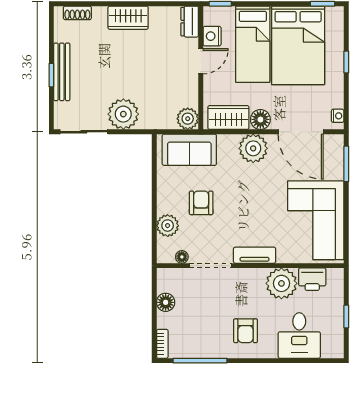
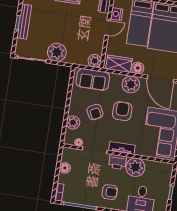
armchair: (246, 194) -> (122, 111), added
armchair: (201, 203) -> (95, 112), turned 153
printer: (312, 279) -> (118, 162), moved
armchair: (246, 331) -> (110, 192), turned -90

